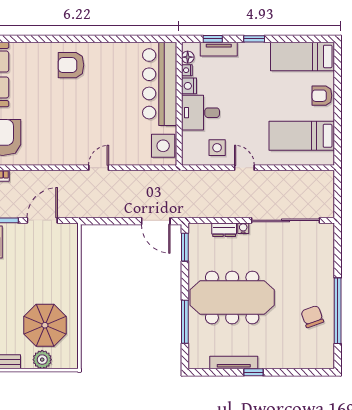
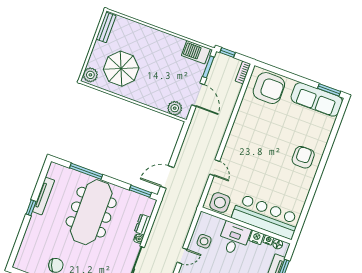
door: (99, 168) -> (215, 168), moved
plant: (69, 243) -> (175, 108), added
plant: (42, 360) -> (90, 75), moved

